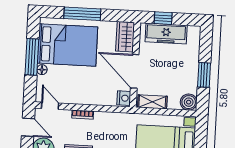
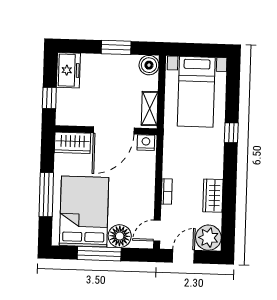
freezer: (166, 33) -> (68, 70), moved, width x0.71
floor lamp: (42, 70) -> (120, 236), width x1.89, depth x1.89

